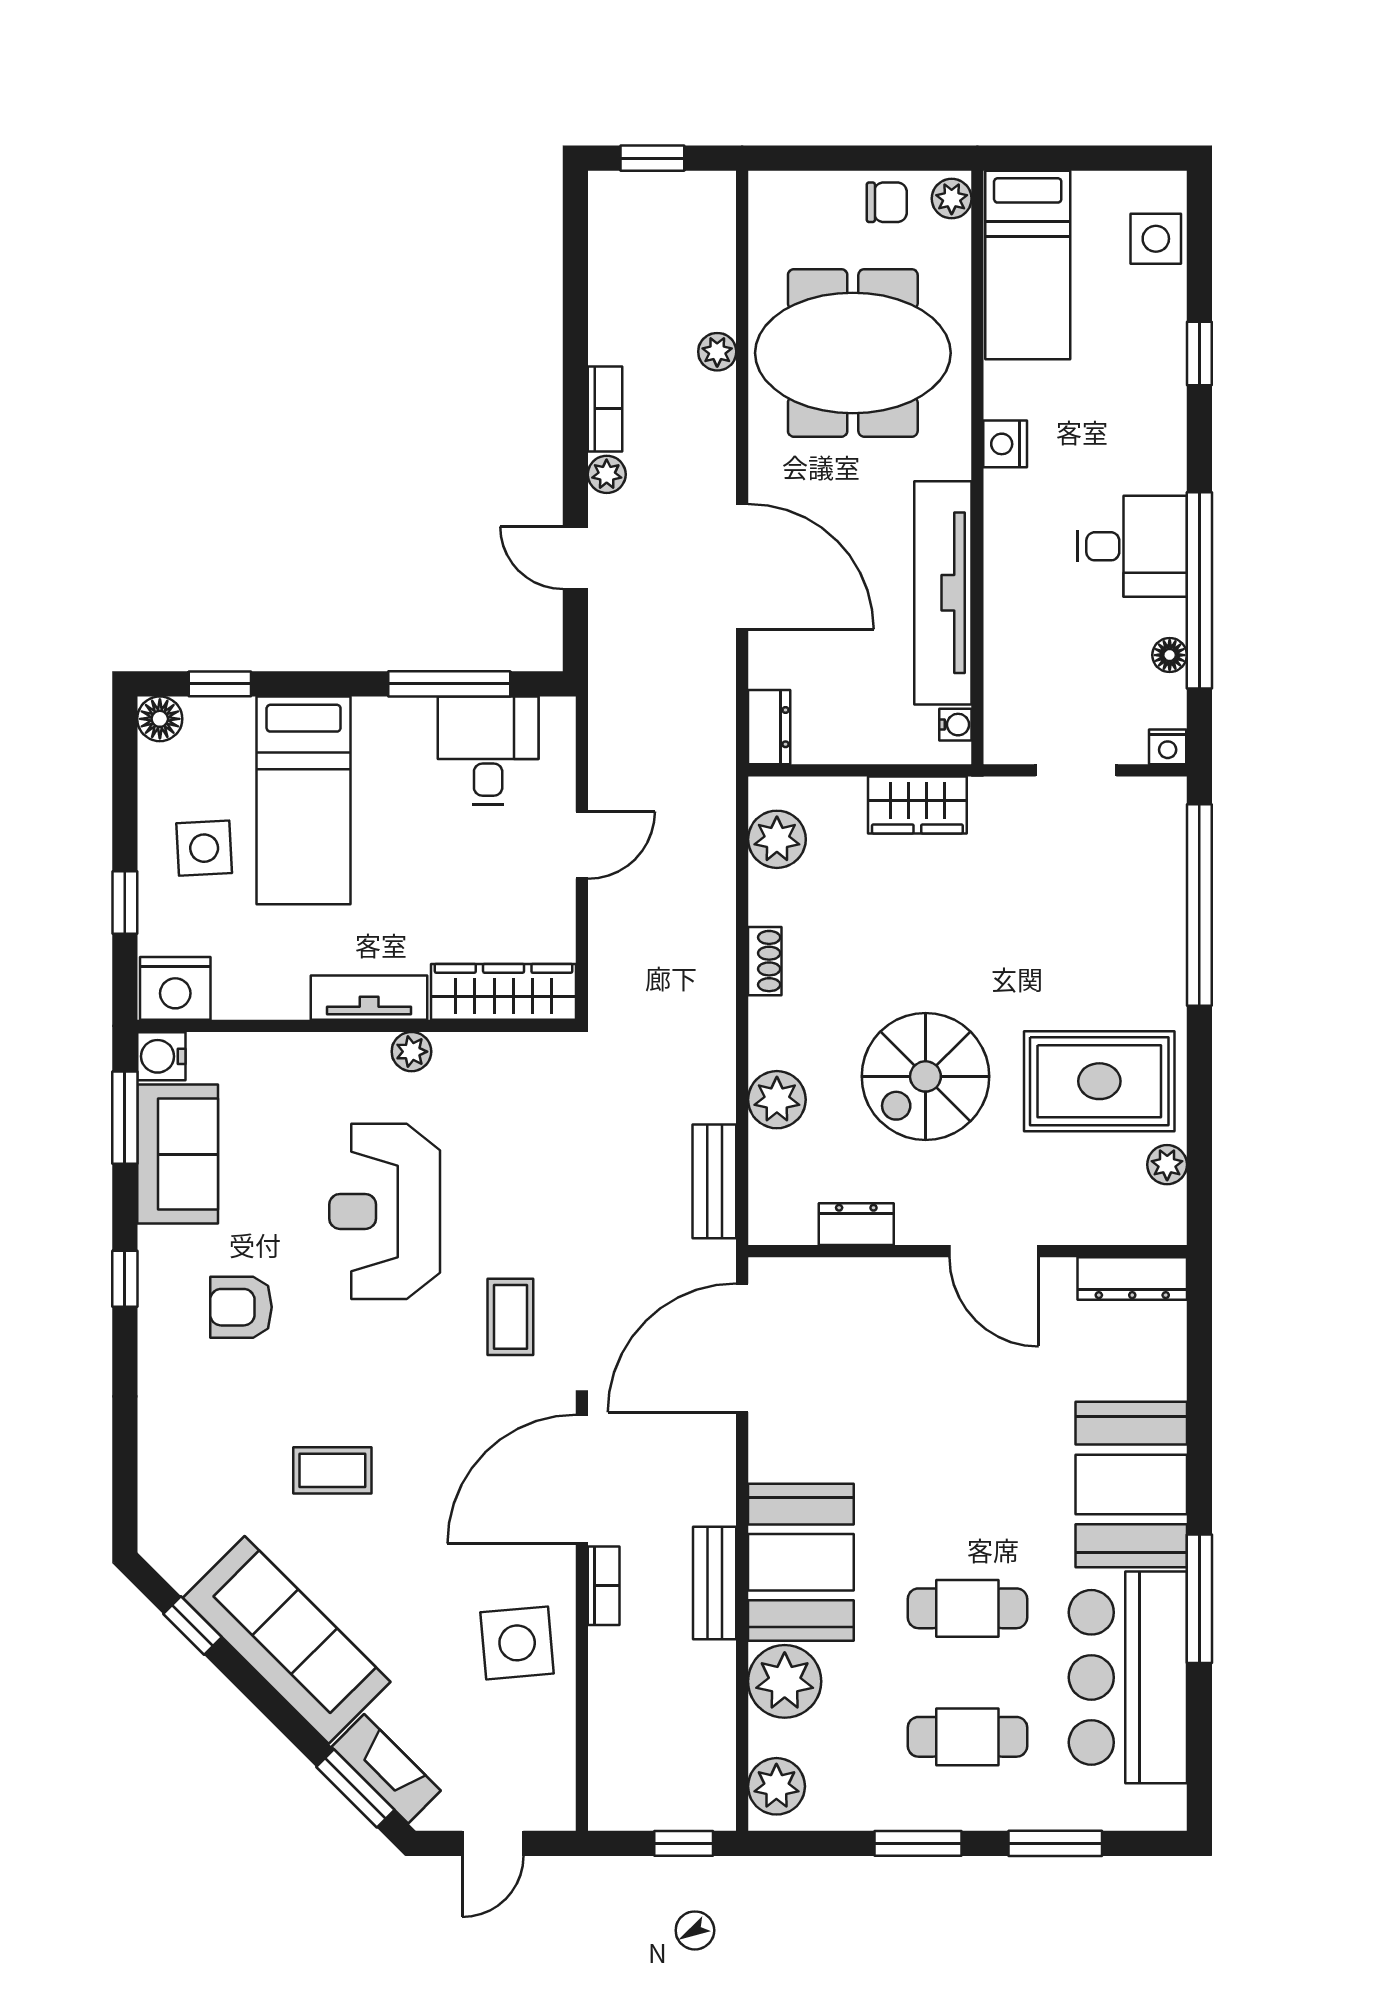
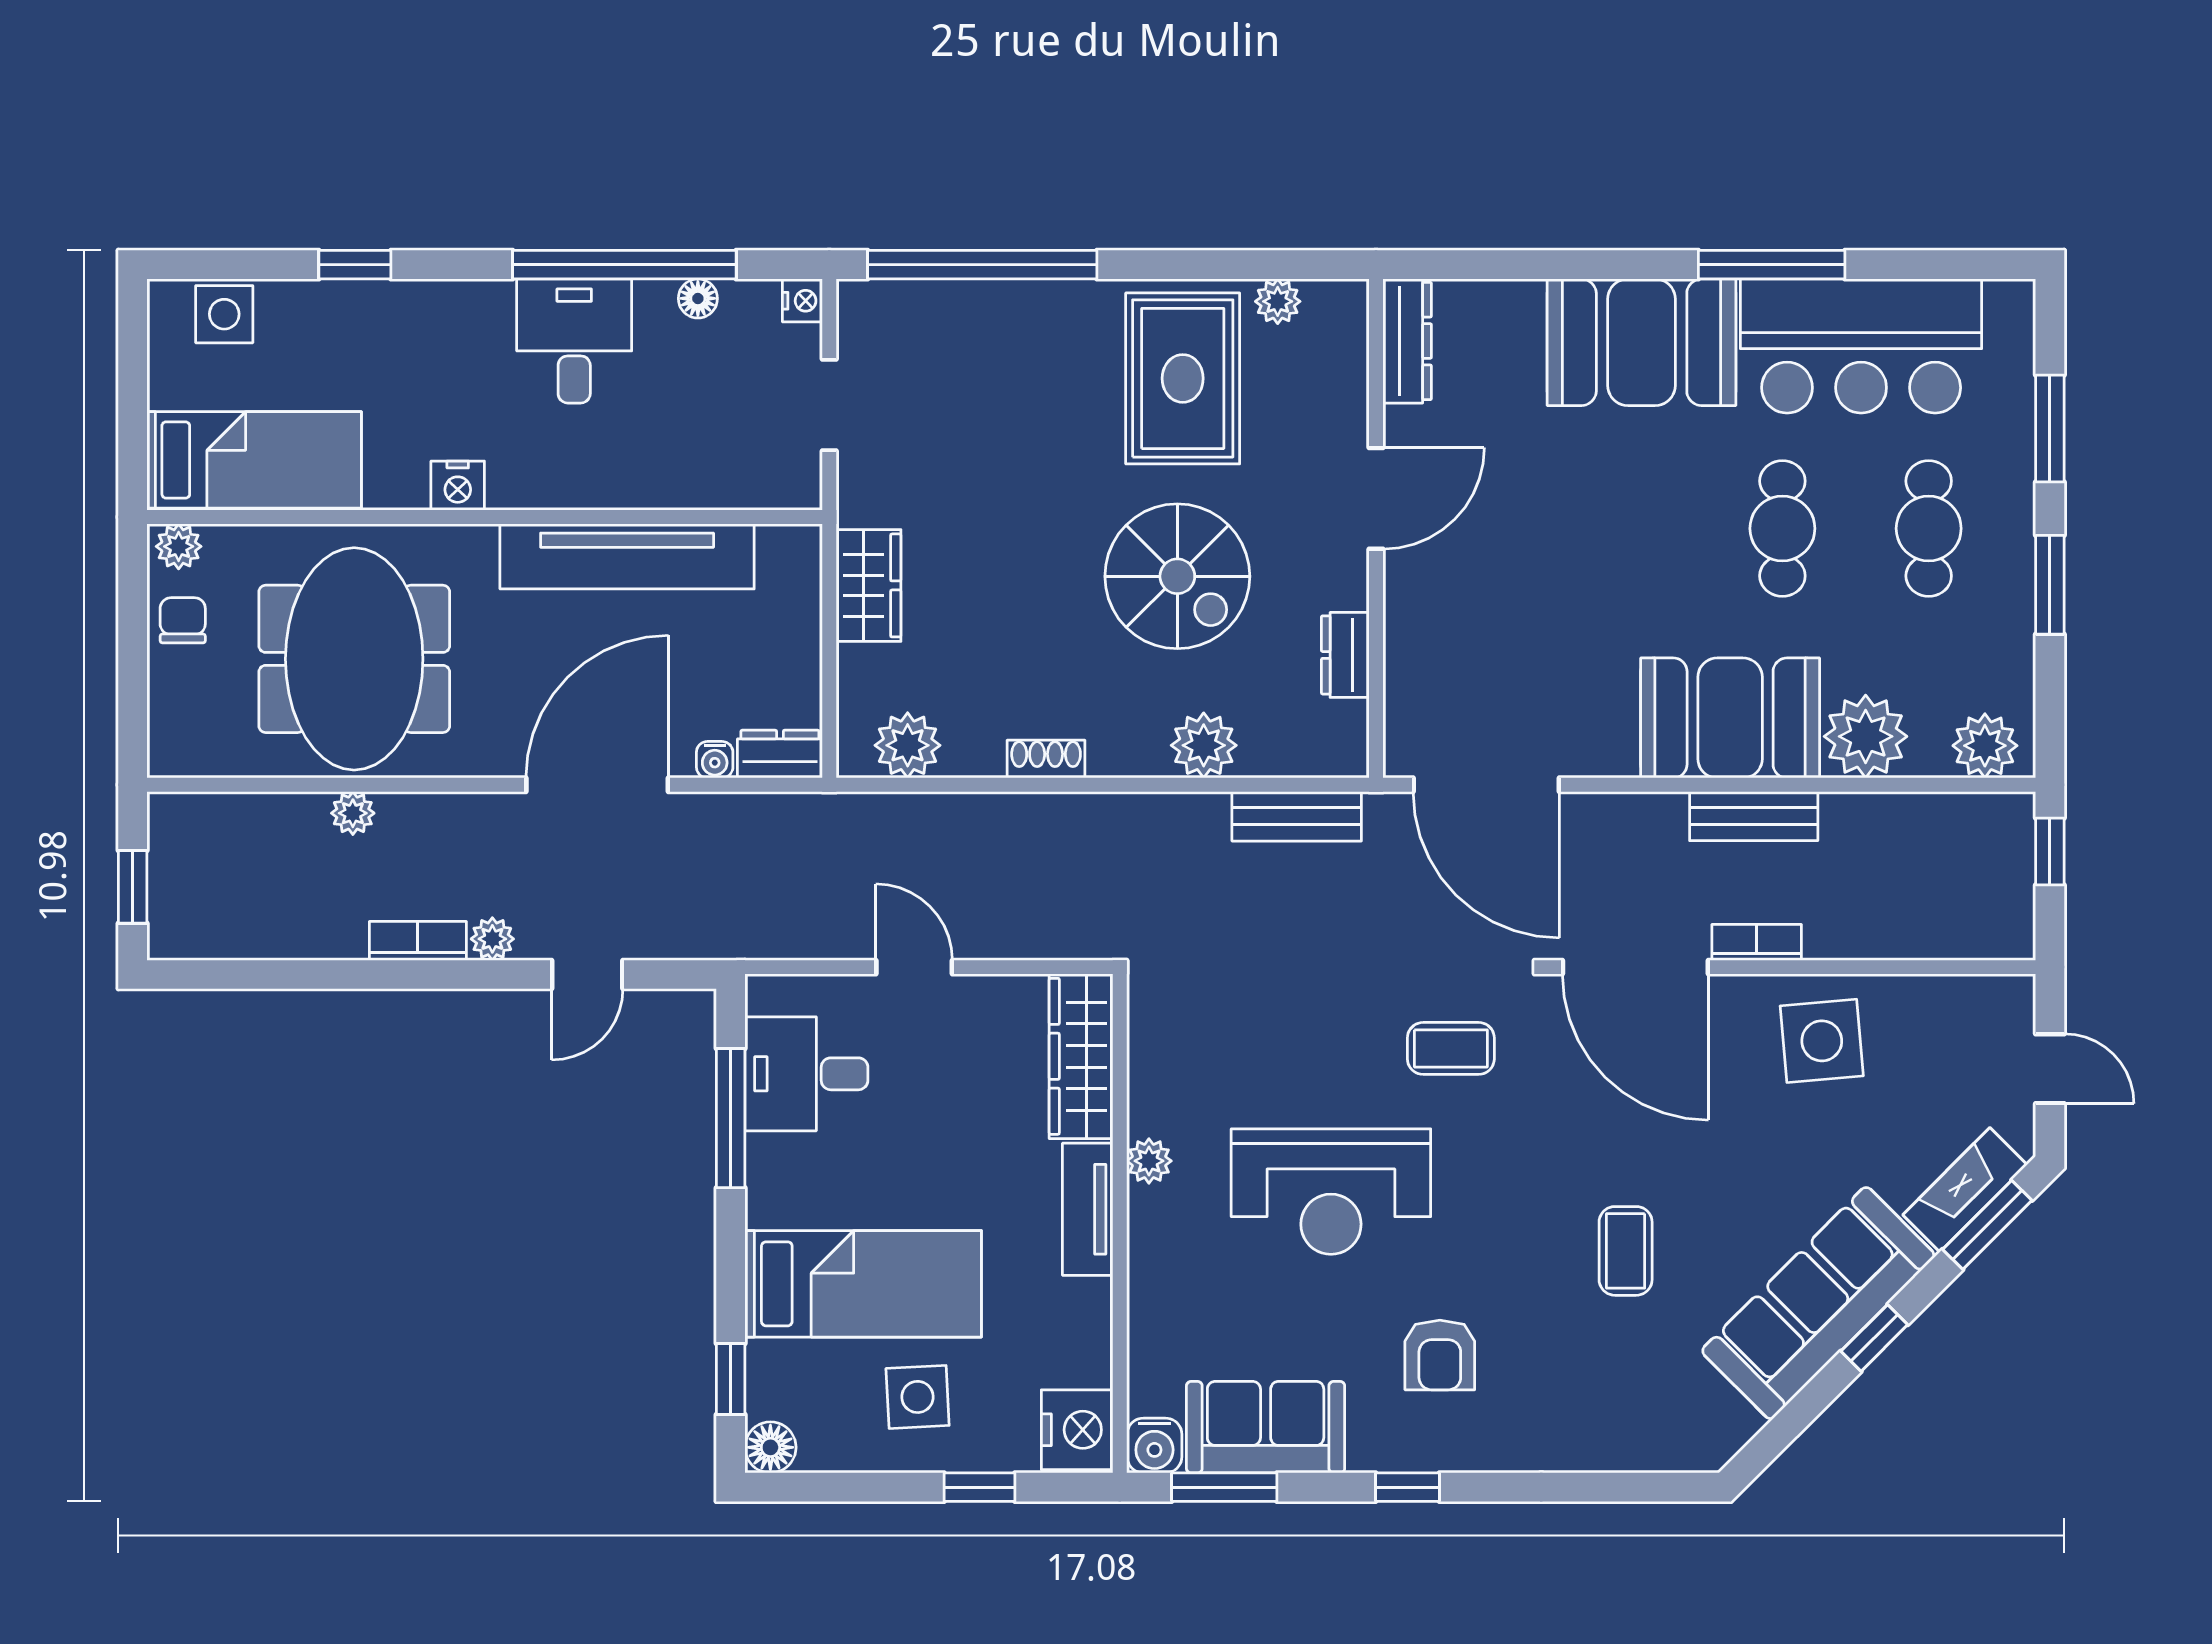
water cooler: (955, 725) -> (715, 760), moved, turned 180
window: (192, 1625) -> (1874, 1338), moved

